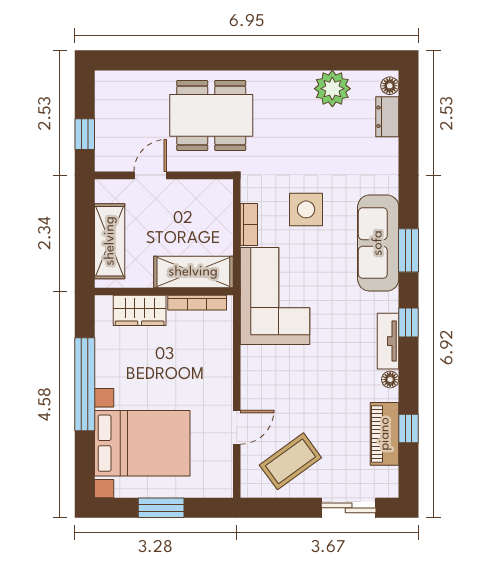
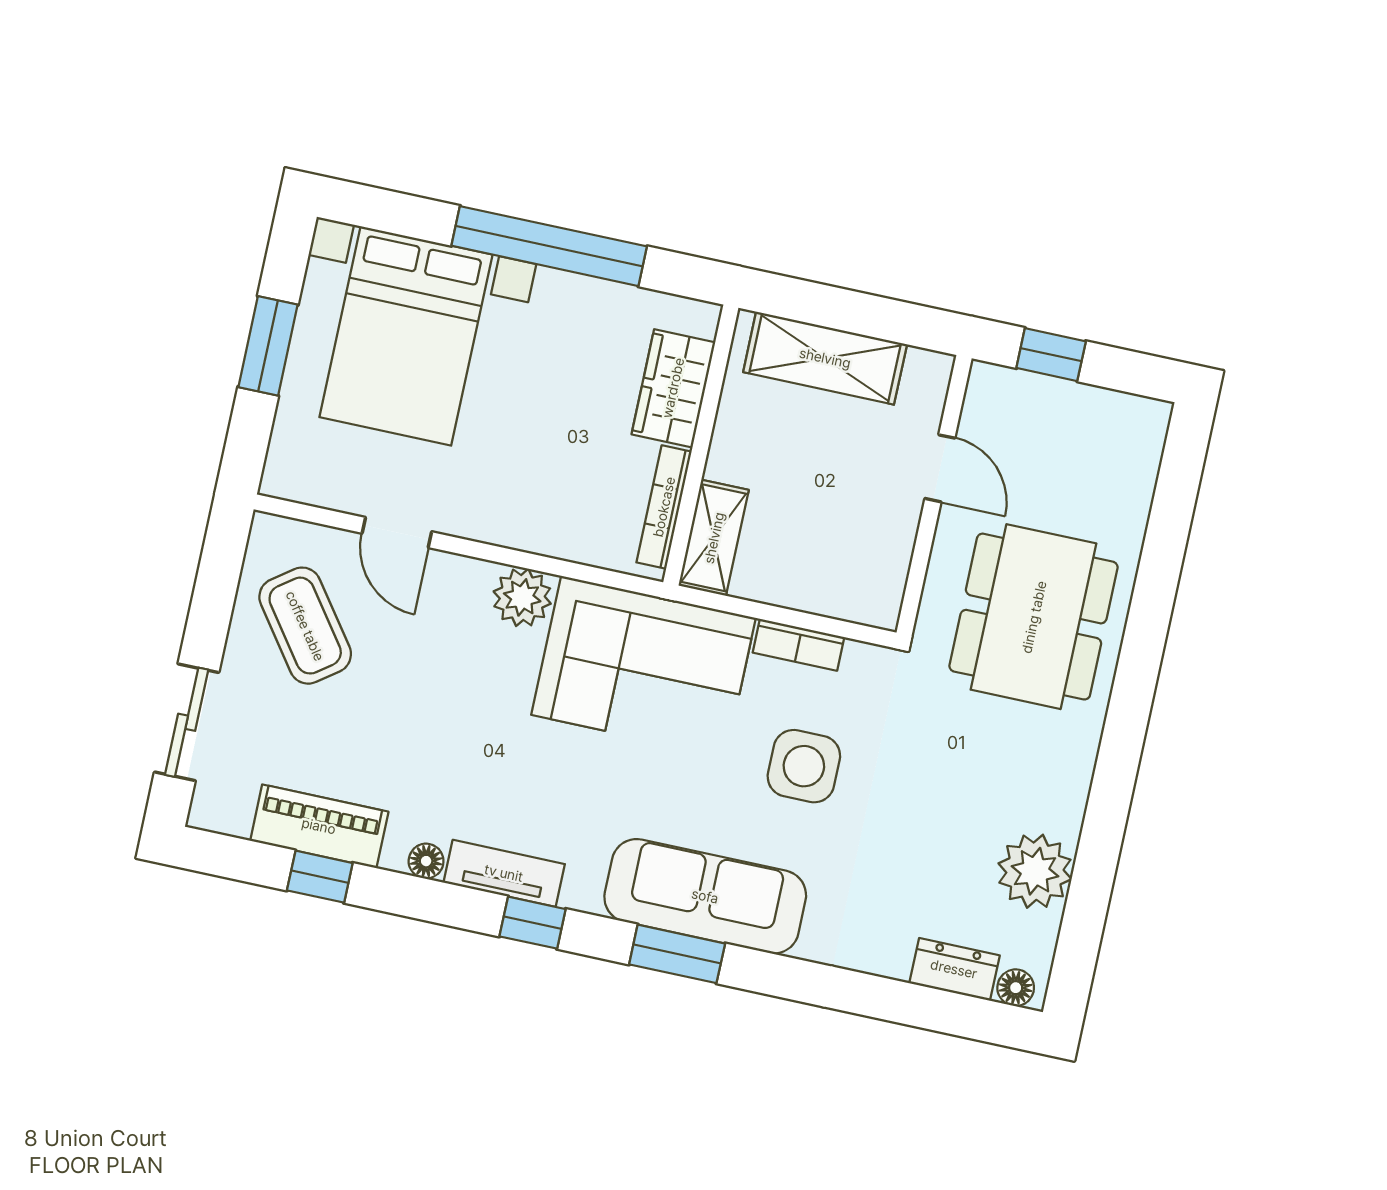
shelving: (193, 272) -> (714, 538), width x0.67, depth x0.75
plant: (255, 361) -> (522, 597), added

